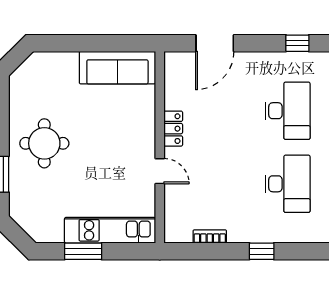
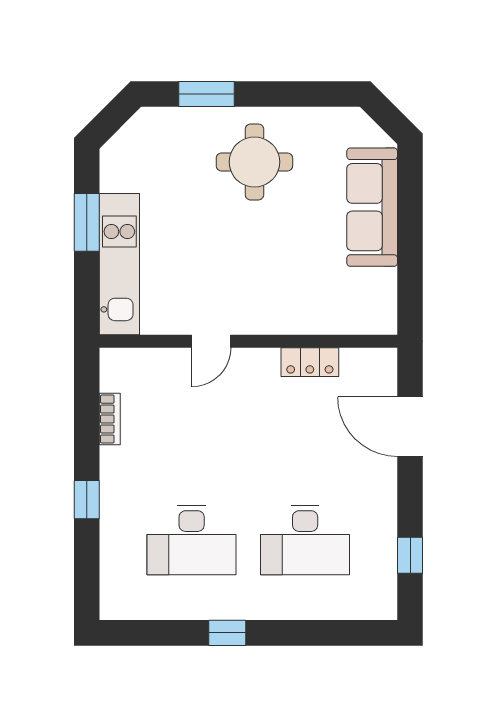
sofa: (117, 68) -> (372, 207), moved
locker: (173, 129) -> (310, 362), moved

